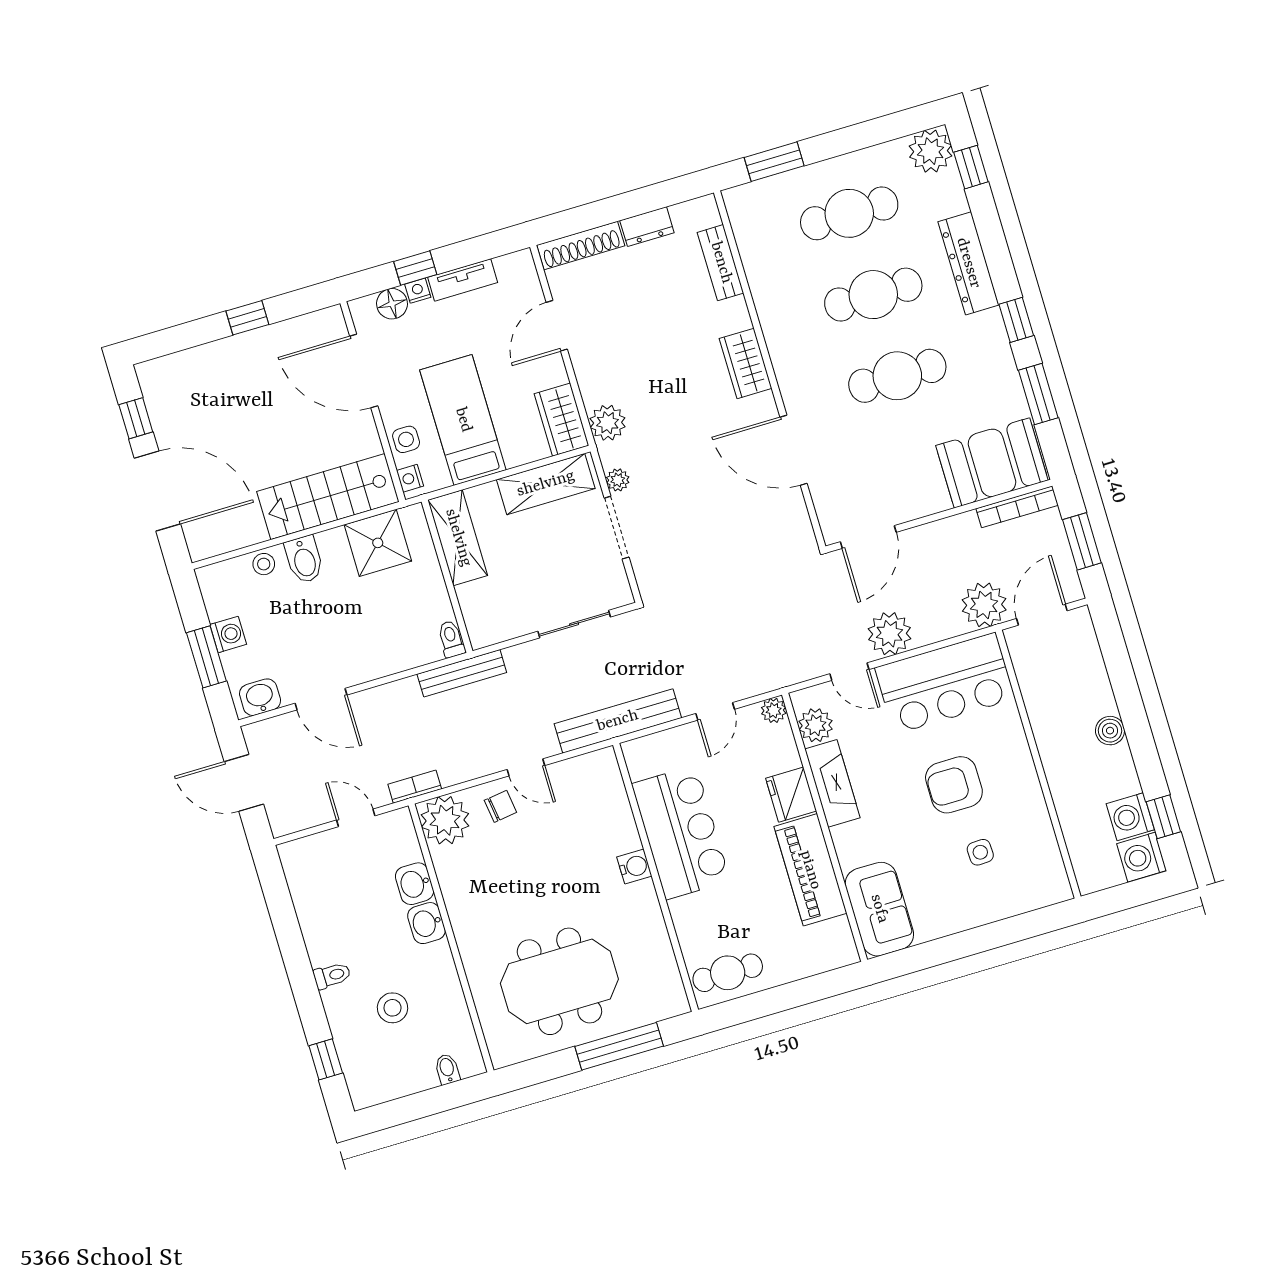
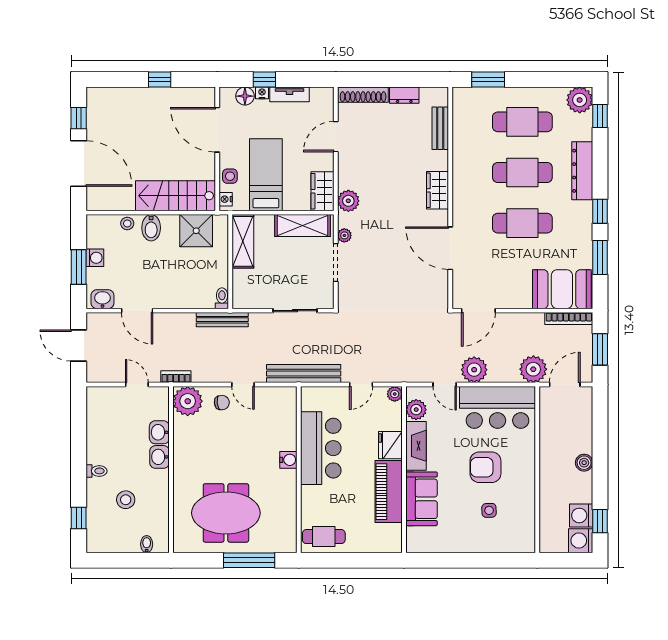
sofa: (879, 909) -> (422, 499), moved

